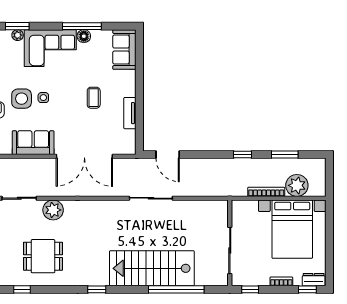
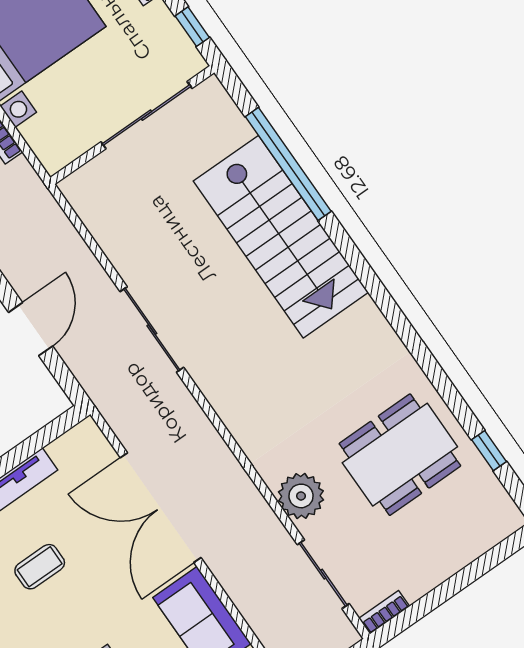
door: (168, 155) -> (31, 329), moved
double door: (84, 156) -> (161, 508), swing flipped
dining table: (43, 256) -> (400, 455), width x1.37
window: (97, 289) -> (392, 311), removed

